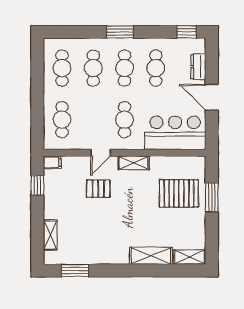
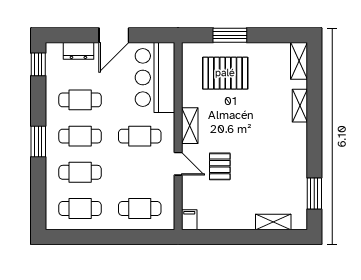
window: (37, 185) -> (216, 237), removed
pallet: (179, 193) -> (225, 73), turned 90
shelving: (151, 256) -> (300, 106), width x0.67, depth x0.75

